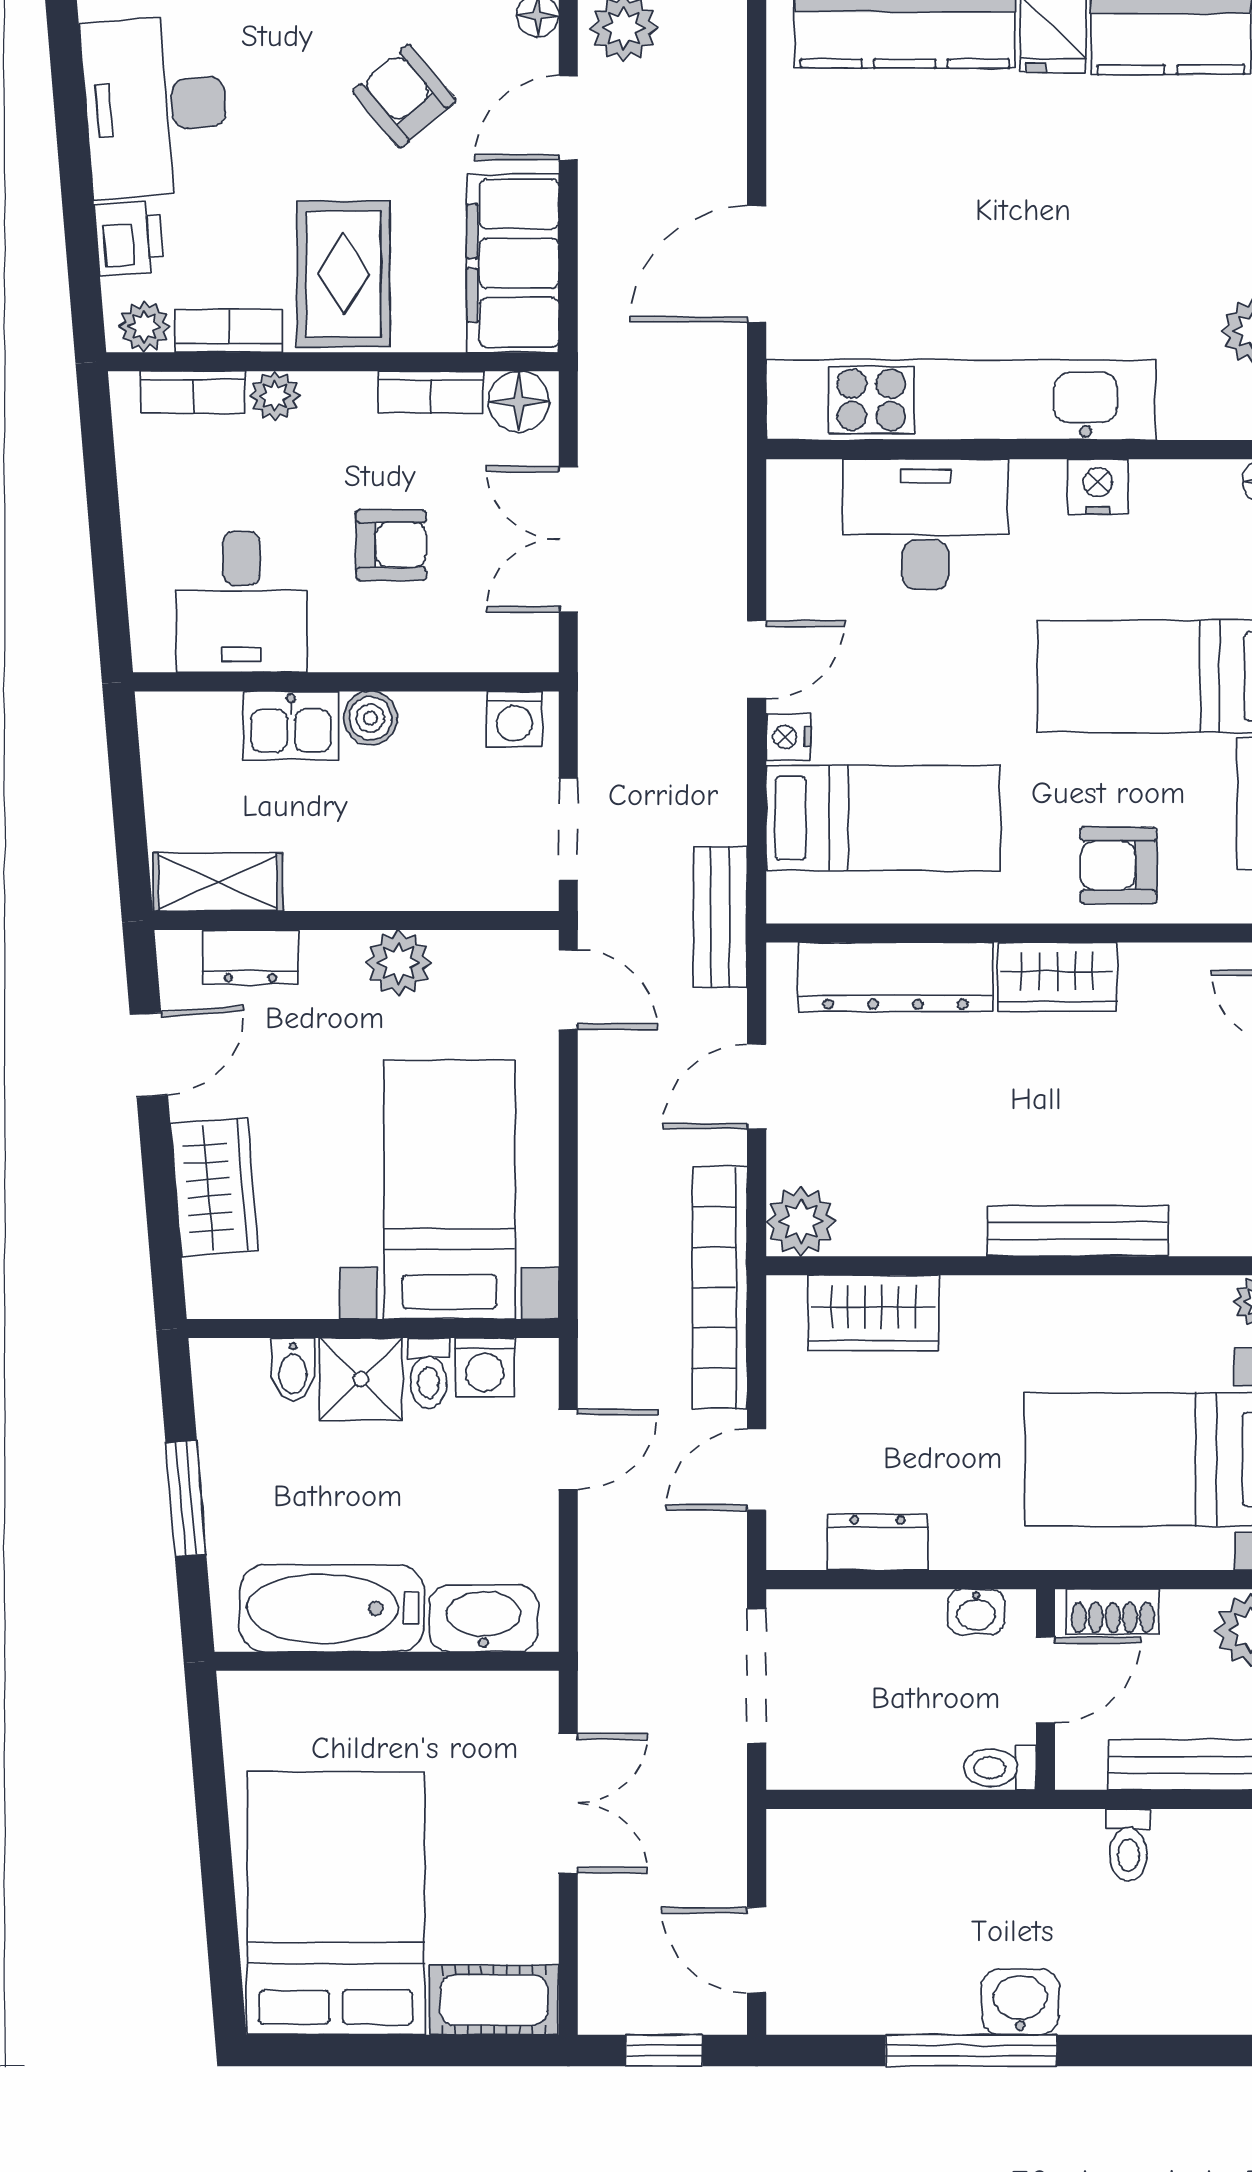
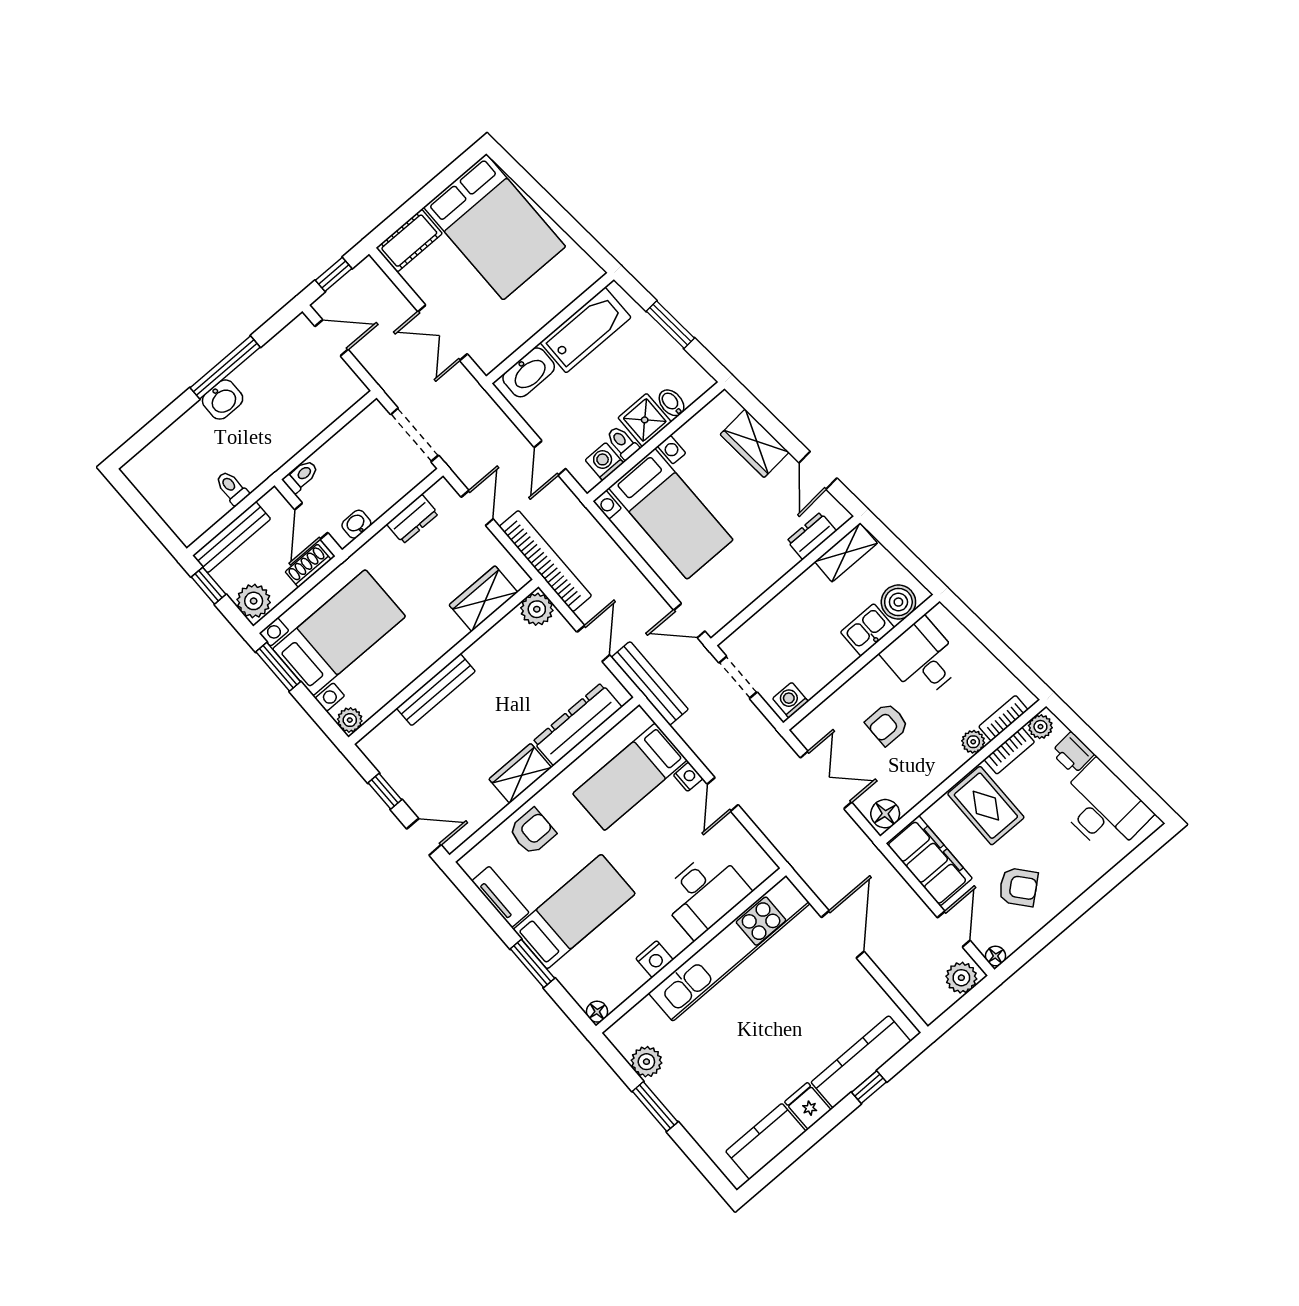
bookcase: (431, 392) -> (919, 790), removed
boiler: (370, 718) -> (898, 602), moved, width x1.36, depth x1.36
bench: (720, 917) -> (650, 683), width x1.36
plant: (399, 963) -> (758, 579), removed

